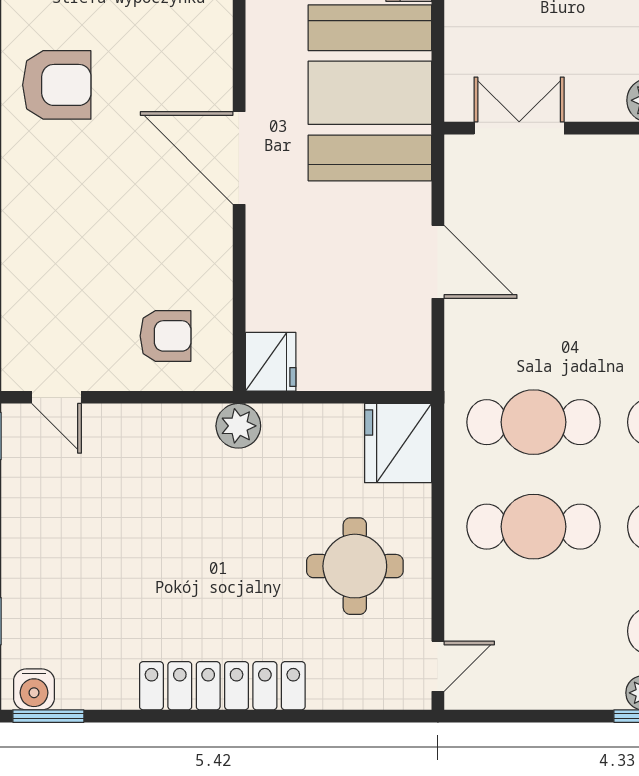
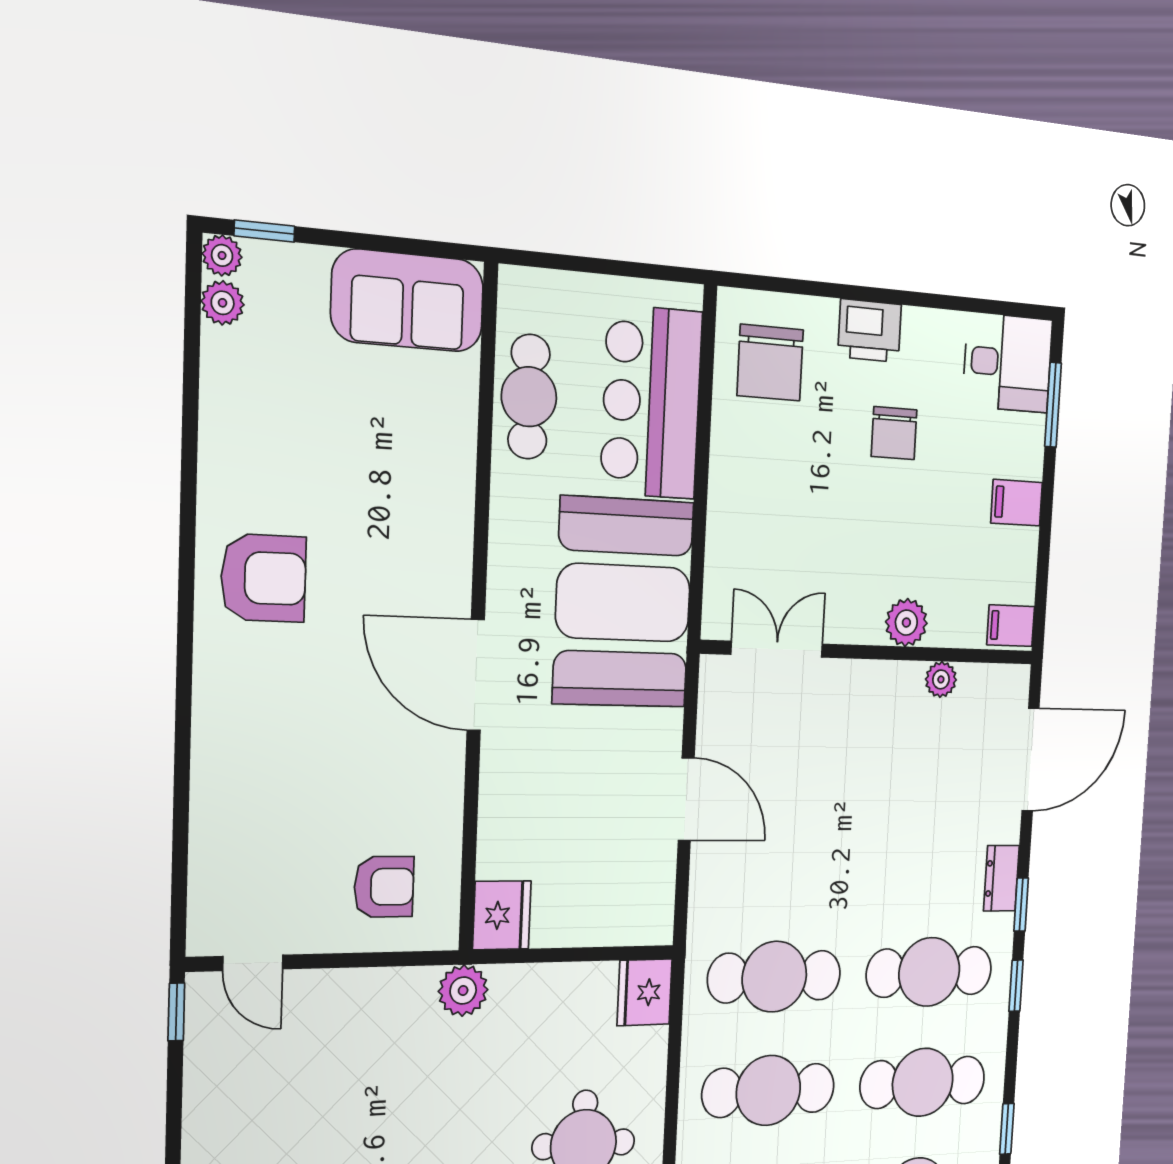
fridge: (398, 443) -> (645, 992), width x0.73, depth x0.75

